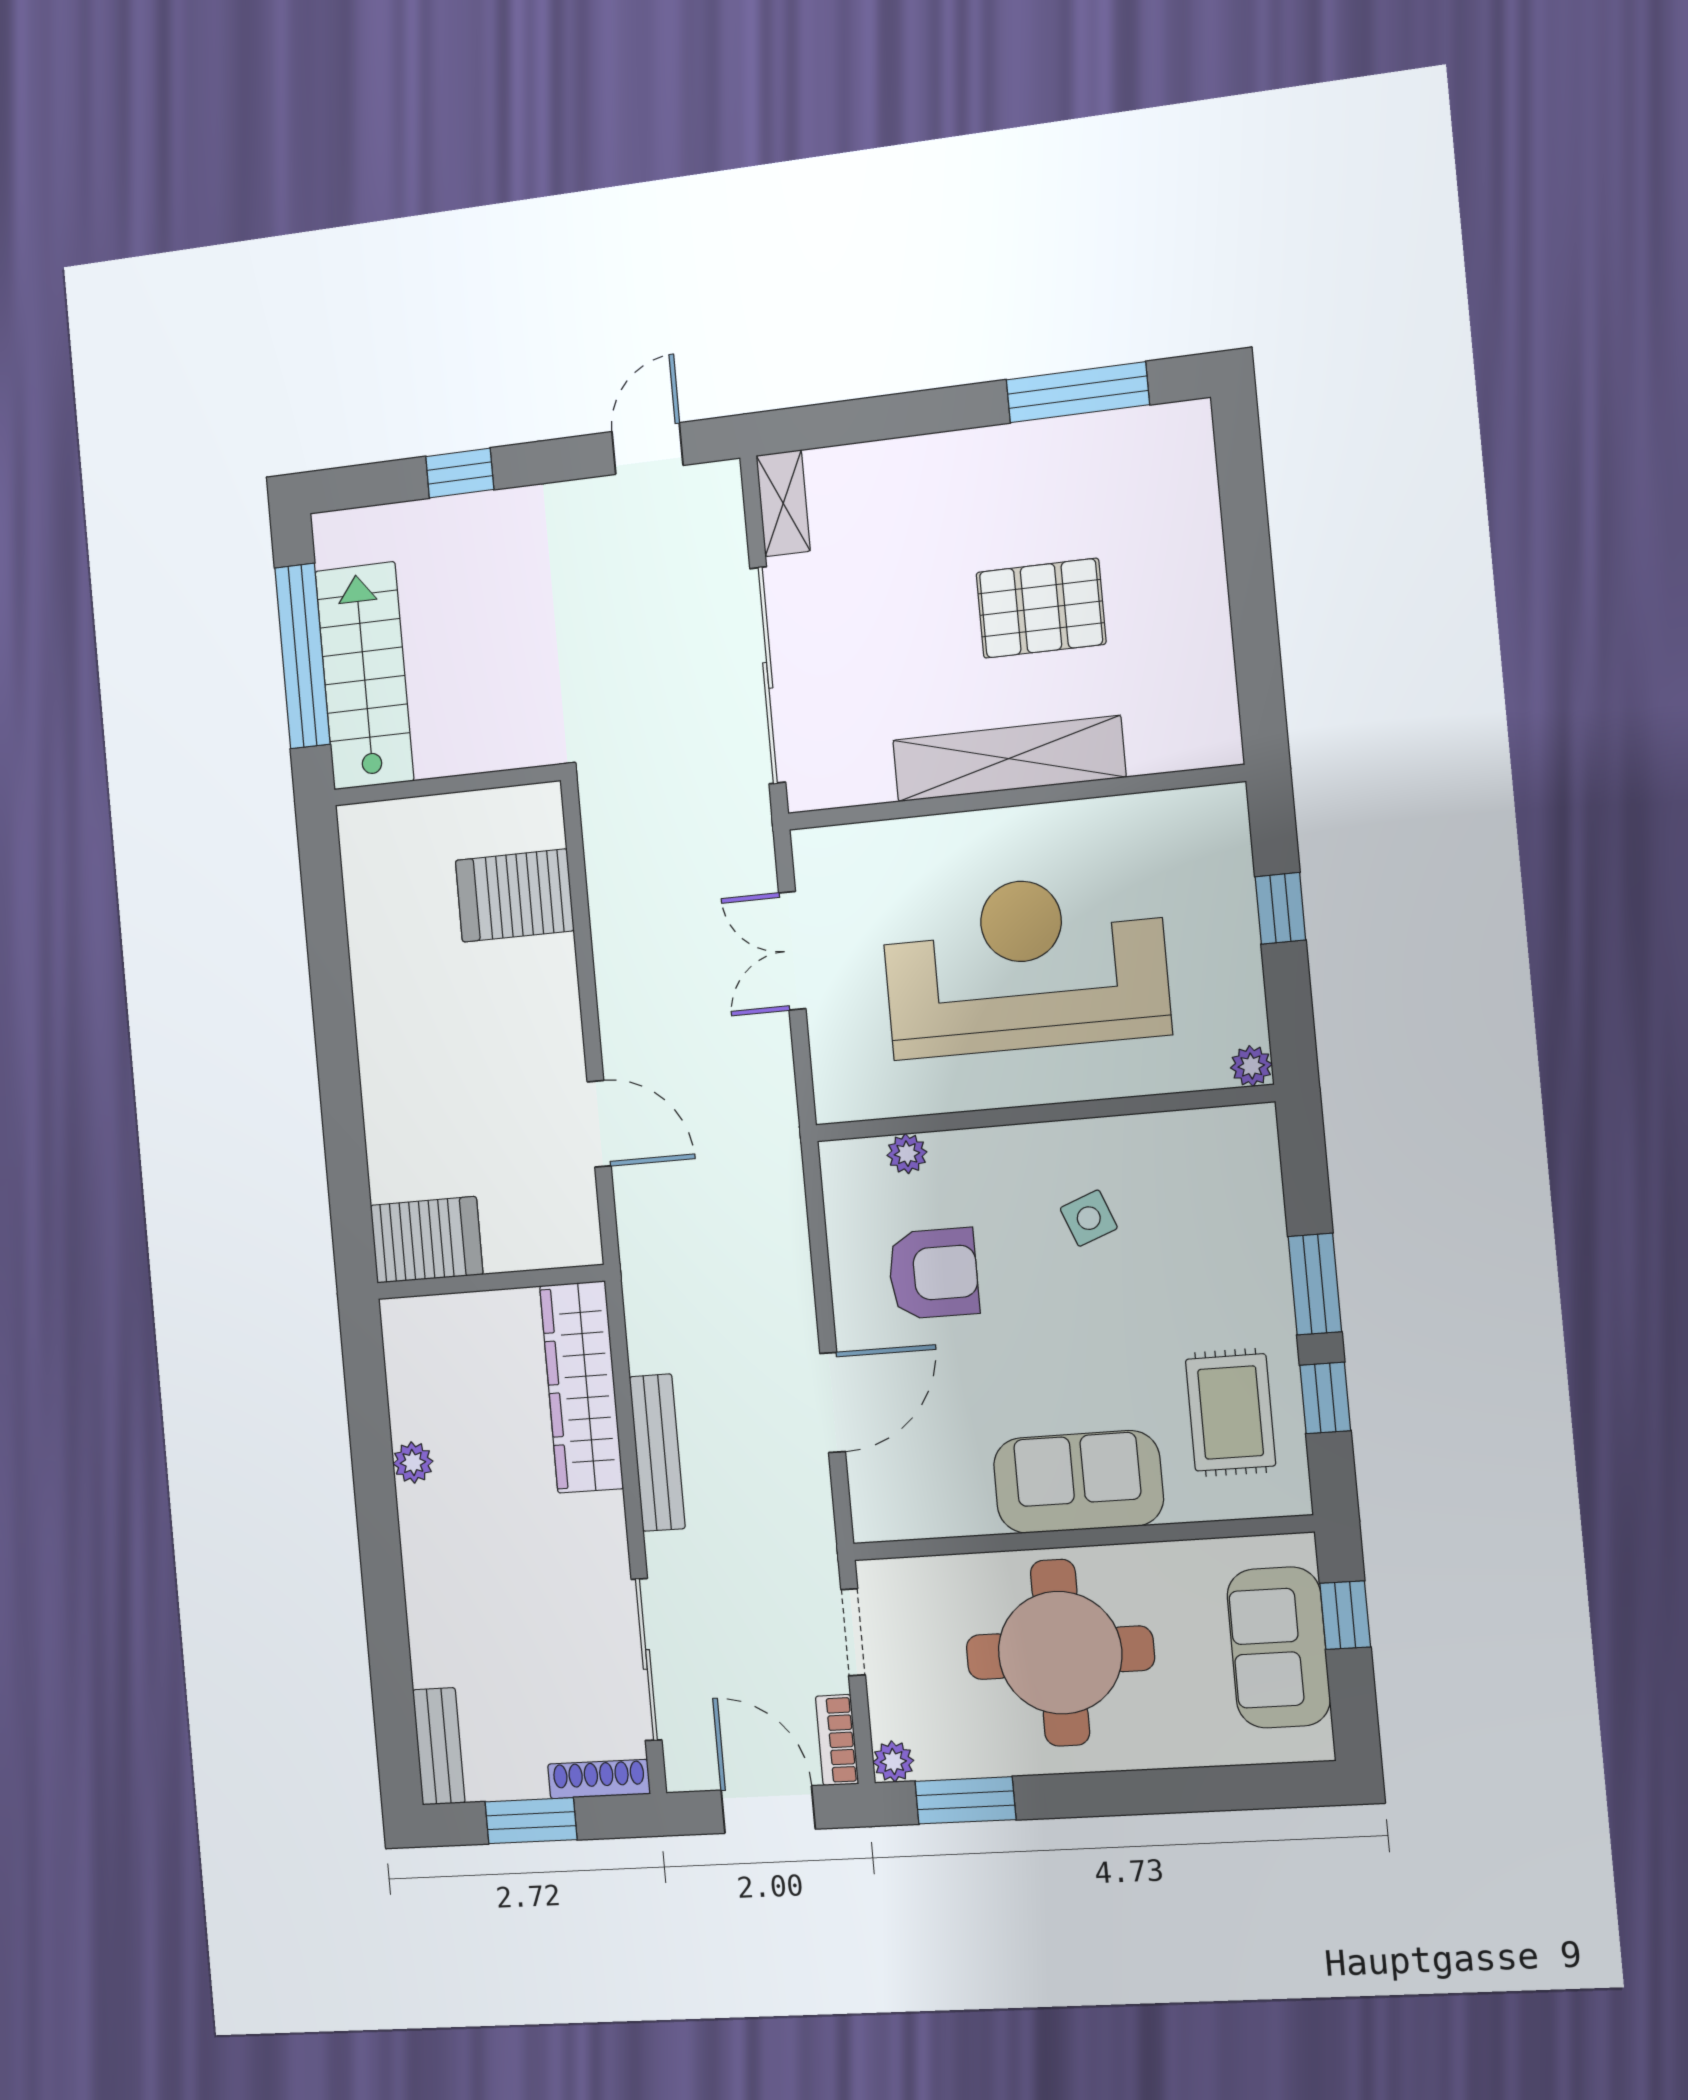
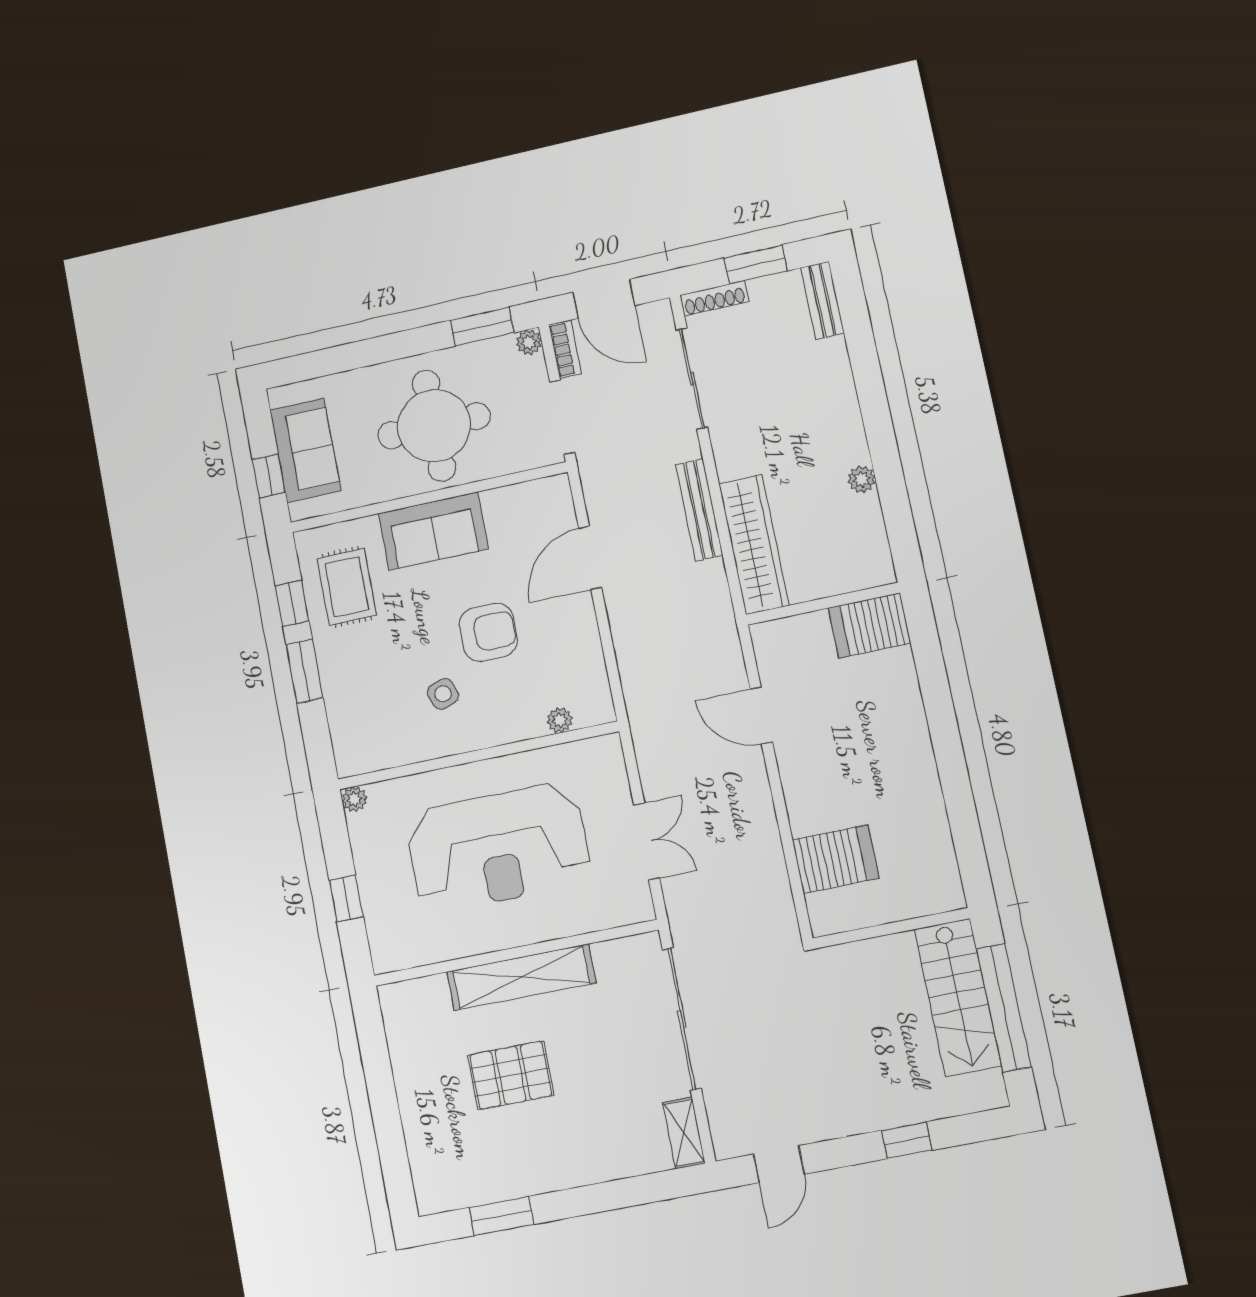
window: (1078, 392) -> (502, 1216), width x0.69
armchair: (933, 1273) -> (488, 632), moved, turned 180
doorway: (853, 1632) -> (562, 417), width x1.38

